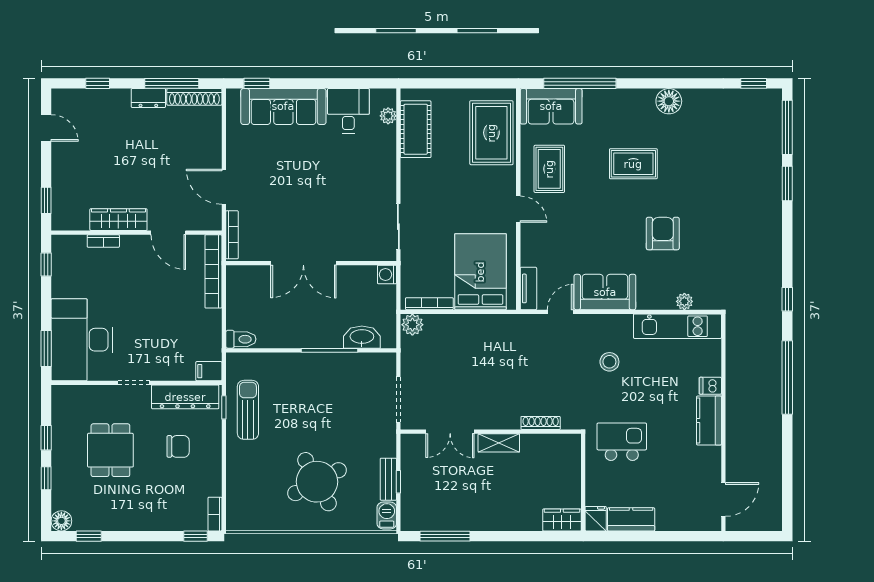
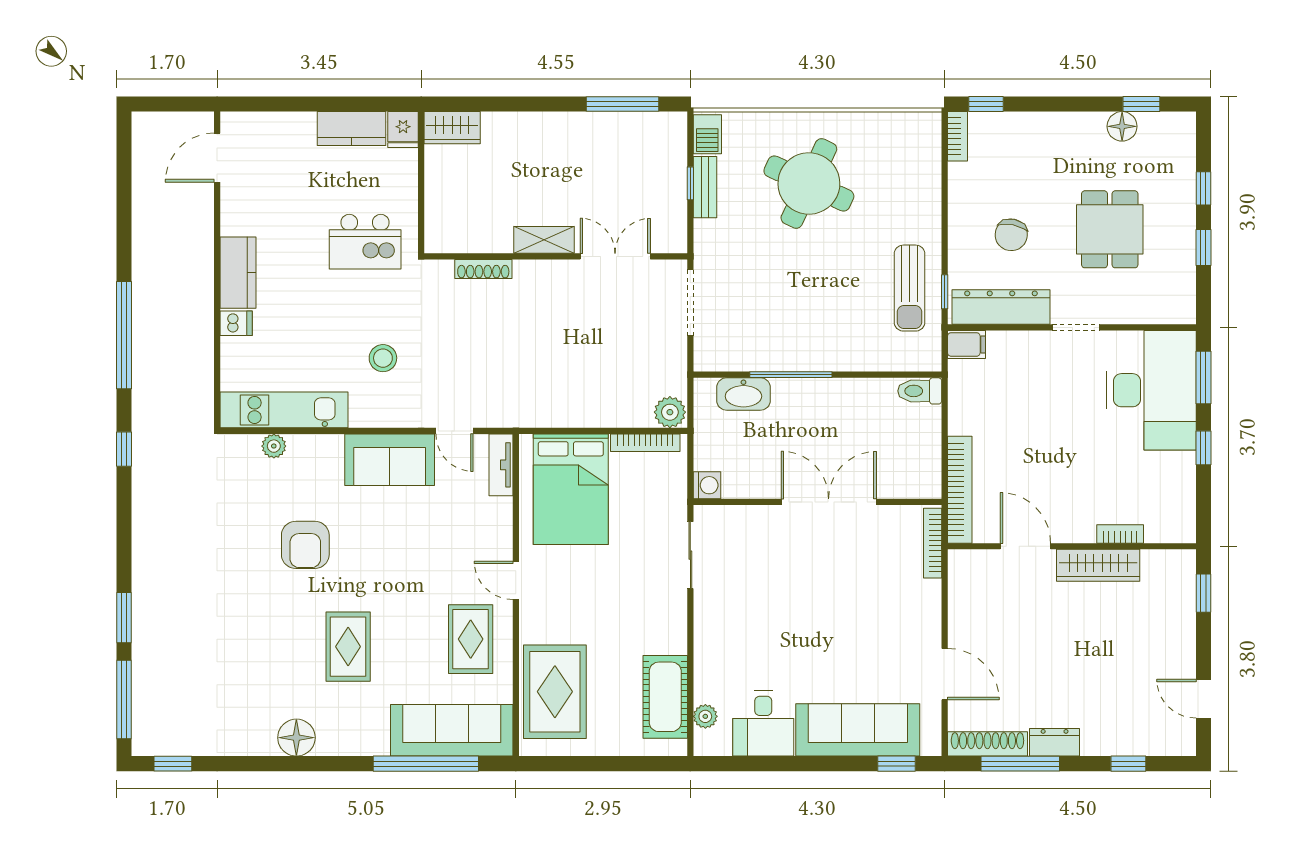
sofa: (551, 106) -> (452, 730), width x1.36
rug: (633, 164) -> (348, 647), turned 90
door: (224, 187) -> (945, 674), moved
window: (46, 264) -> (1203, 448), moved
door: (560, 312) -> (454, 431), hinge flipped
chair: (178, 446) -> (1011, 235), turned -79
round table: (317, 482) -> (809, 183), turned -37
floor lamp: (61, 521) -> (1122, 126), moved

